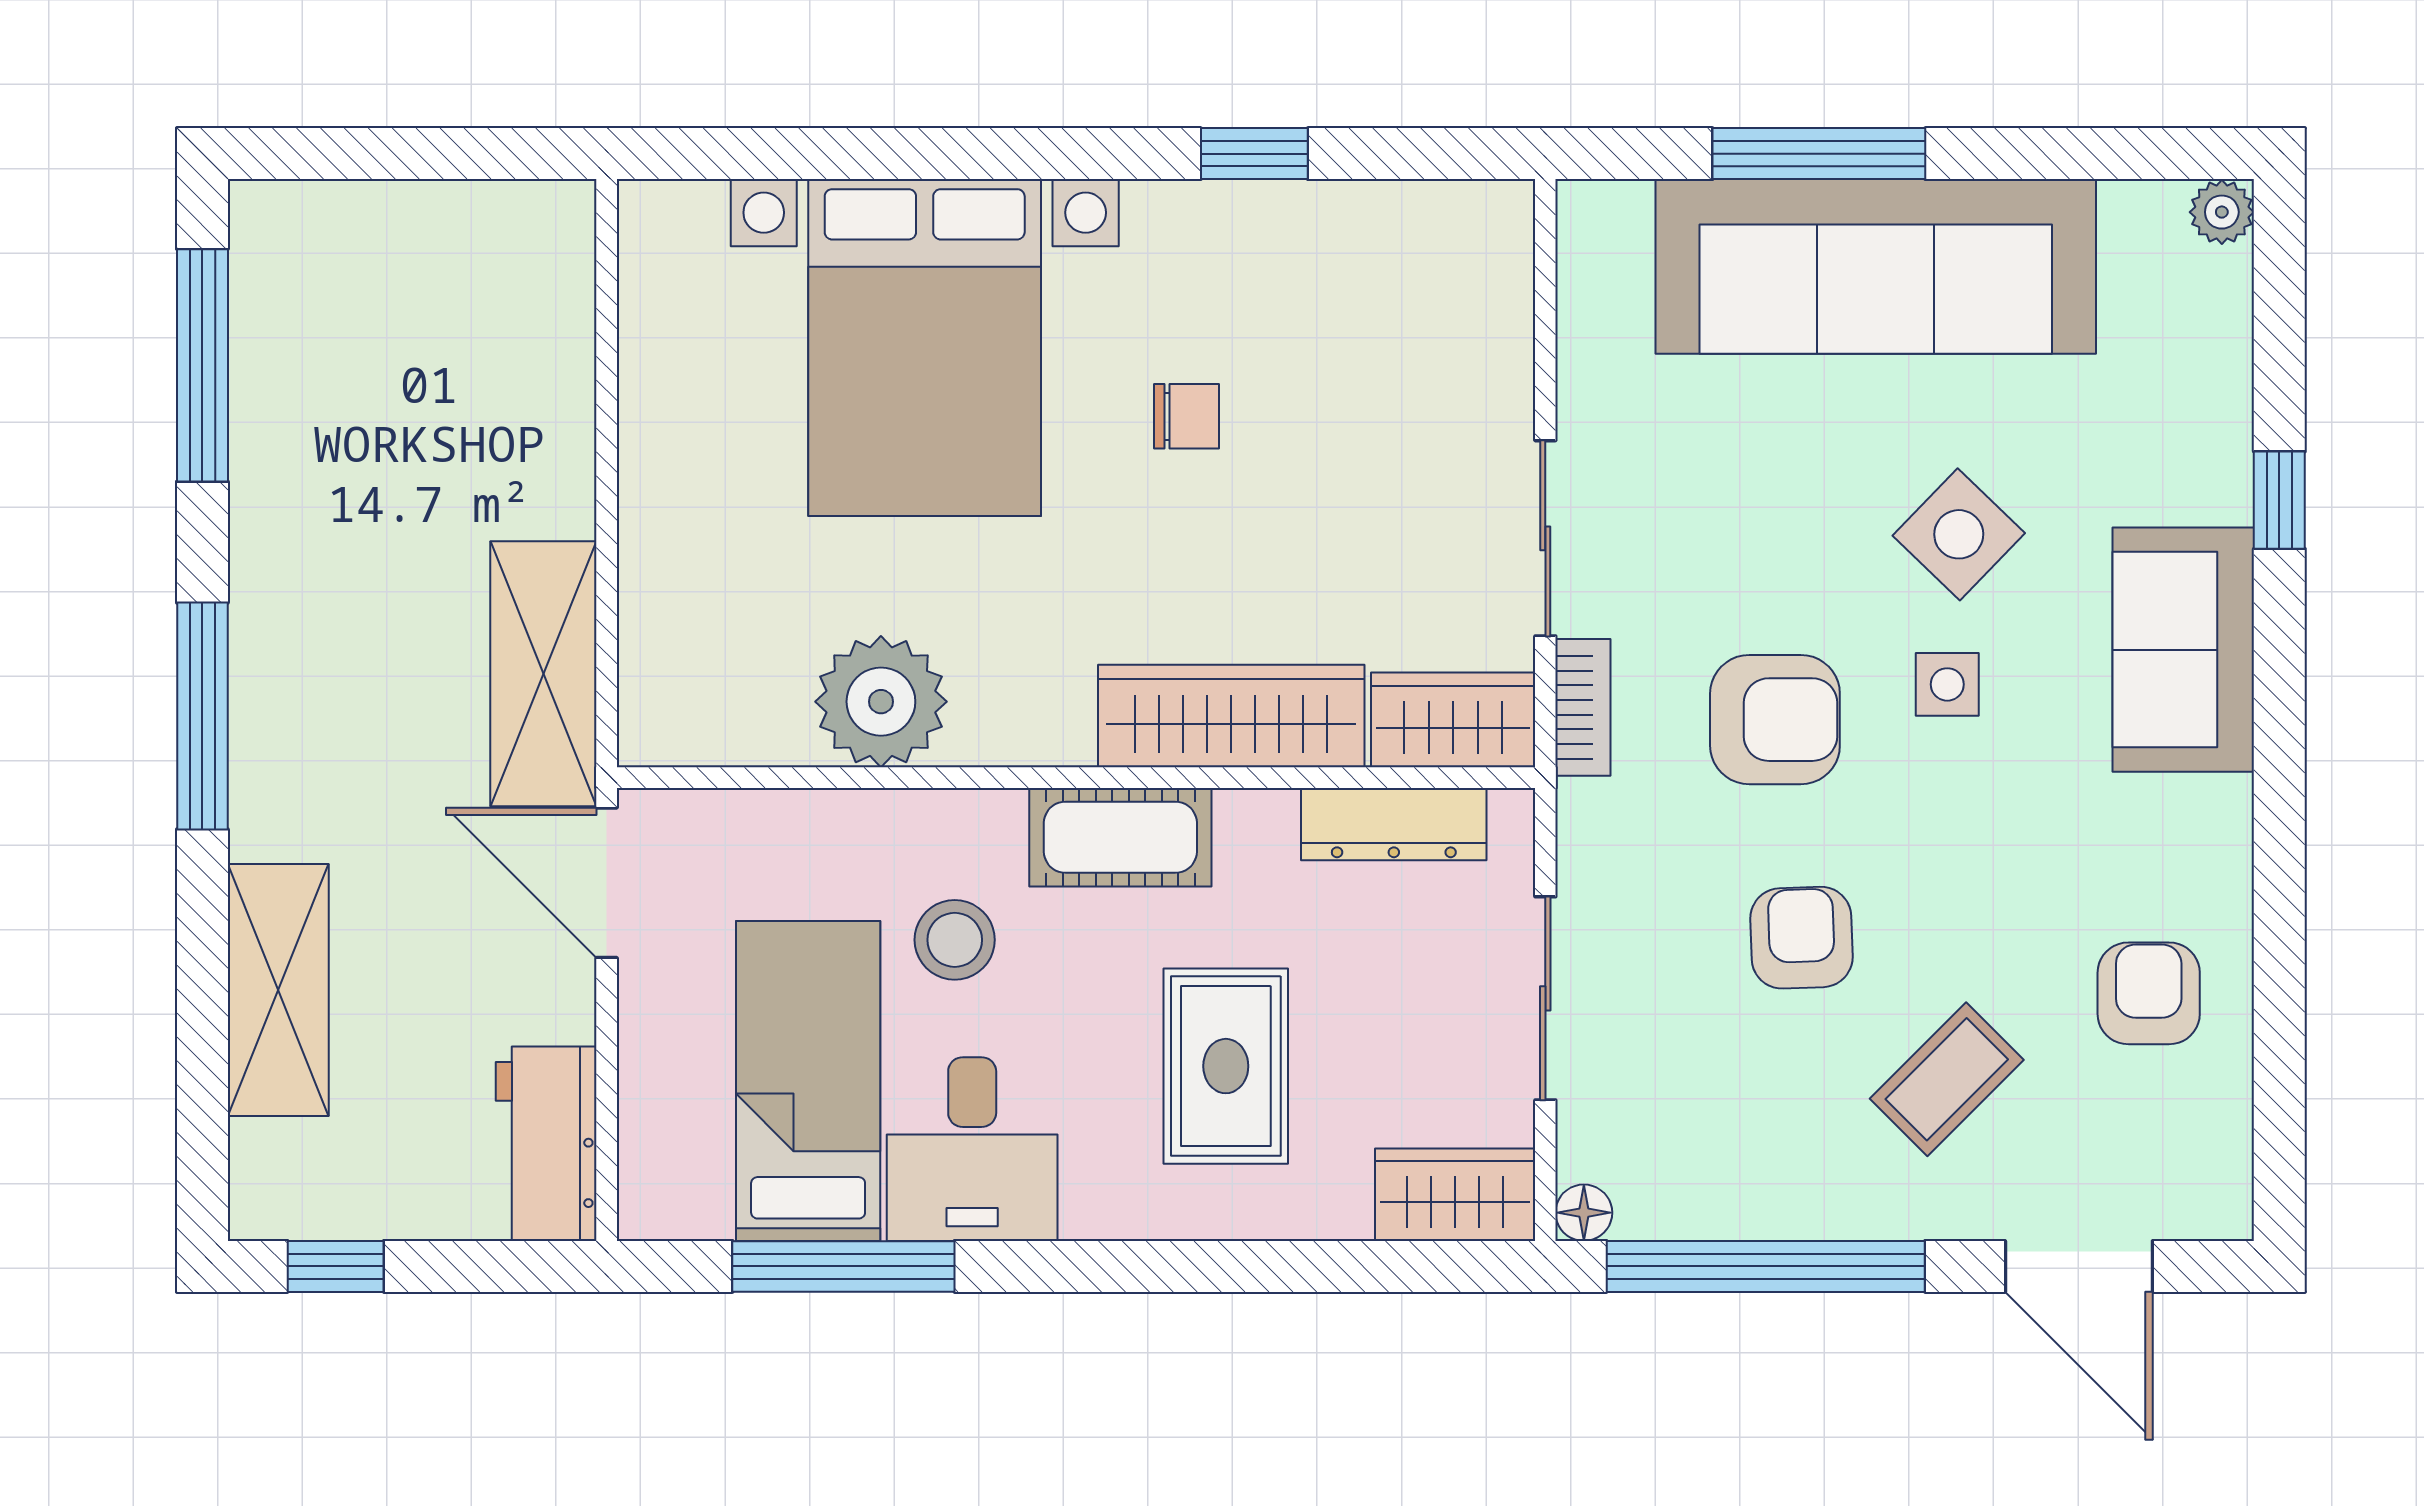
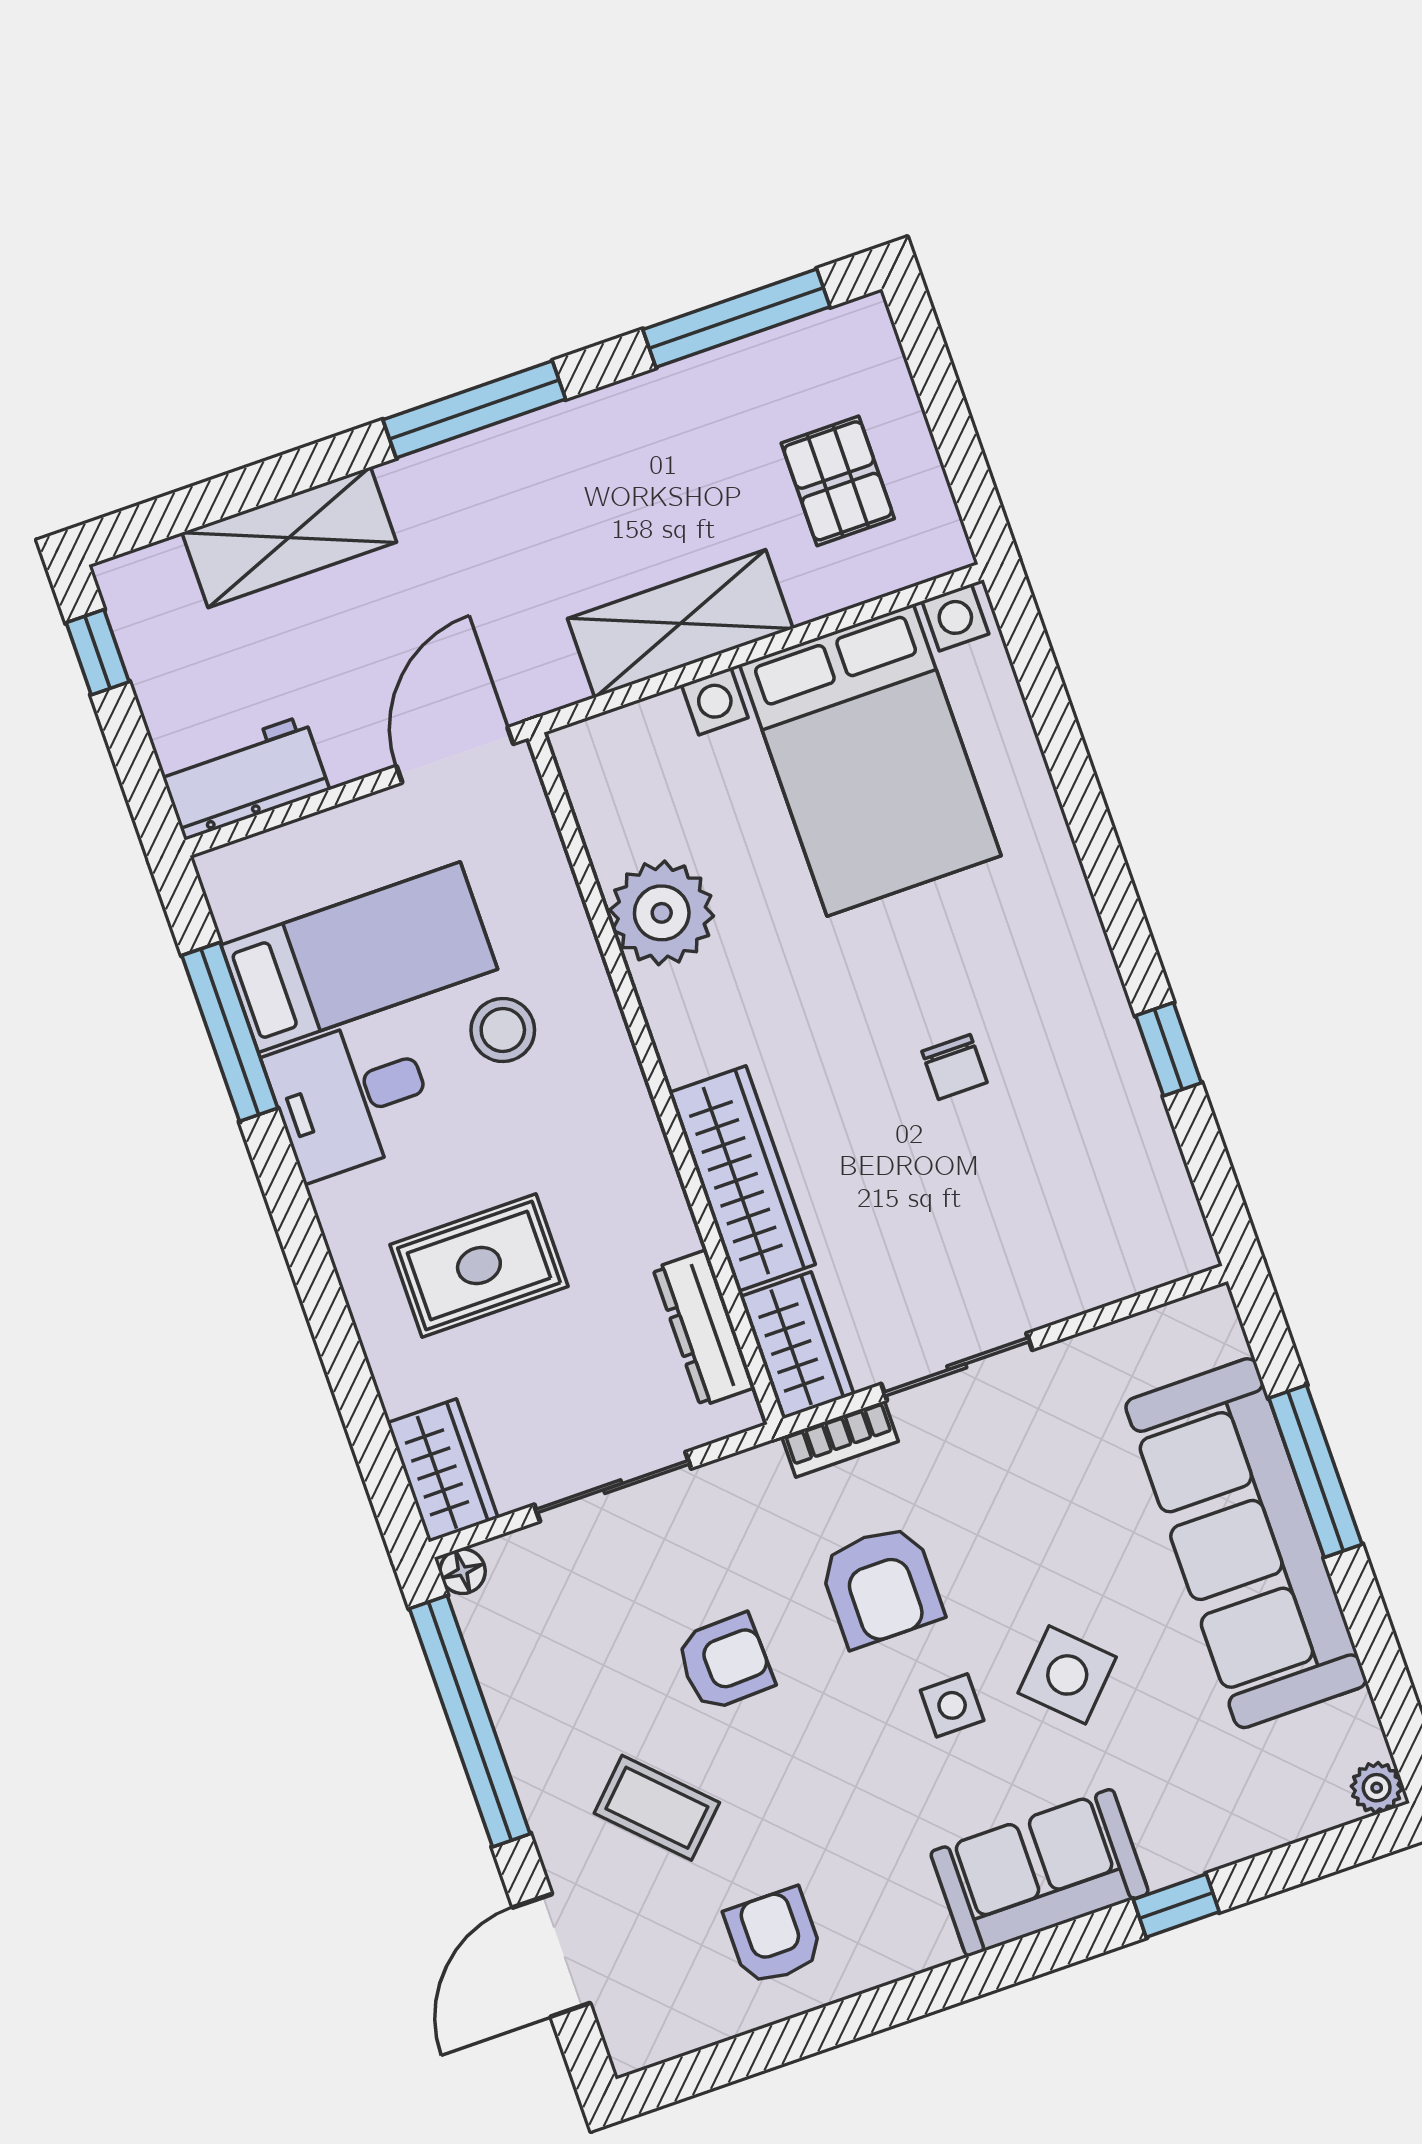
pallet: (439, 312) -> (838, 481), added
bed with nightstands: (925, 348) -> (870, 760), moved, turned -90
shelving: (543, 674) -> (680, 624), moved
cot: (1120, 837) -> (623, 1127), removed
armchair: (2149, 993) -> (774, 1936), turned -90

